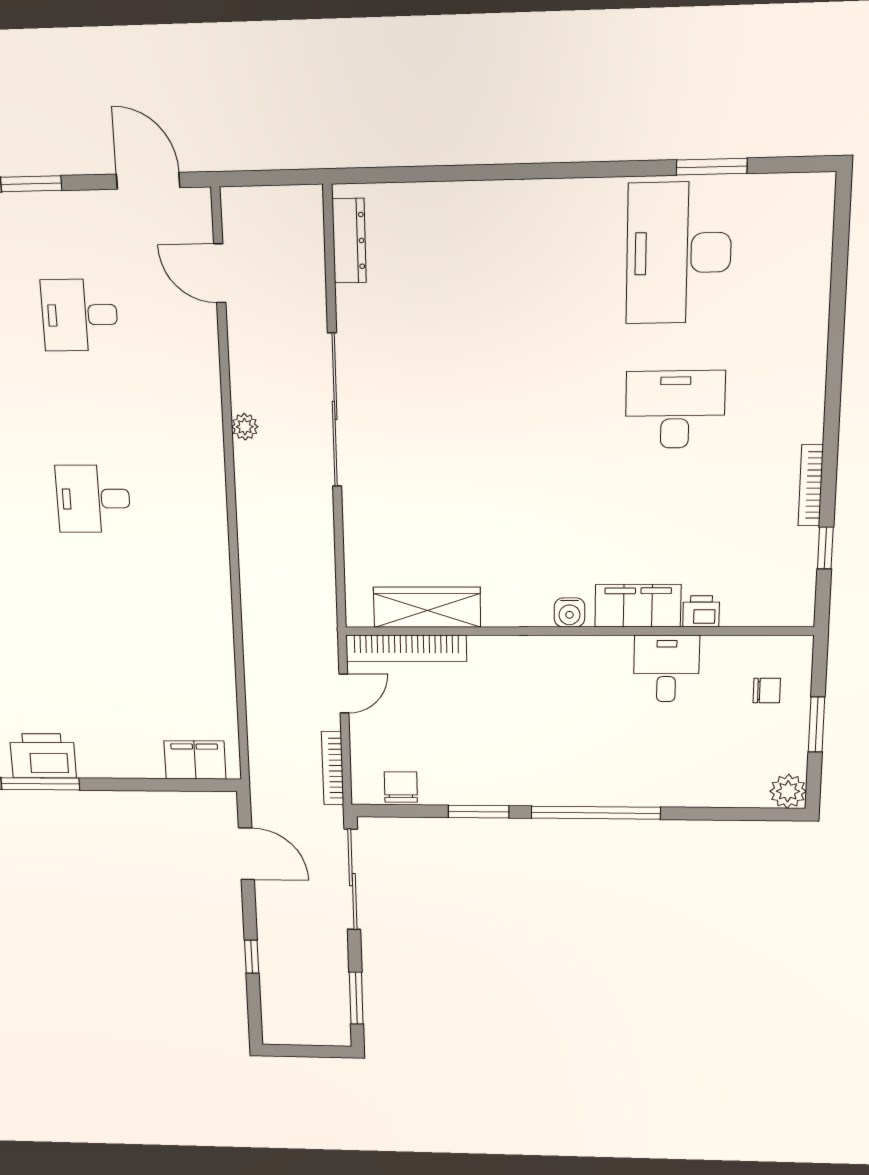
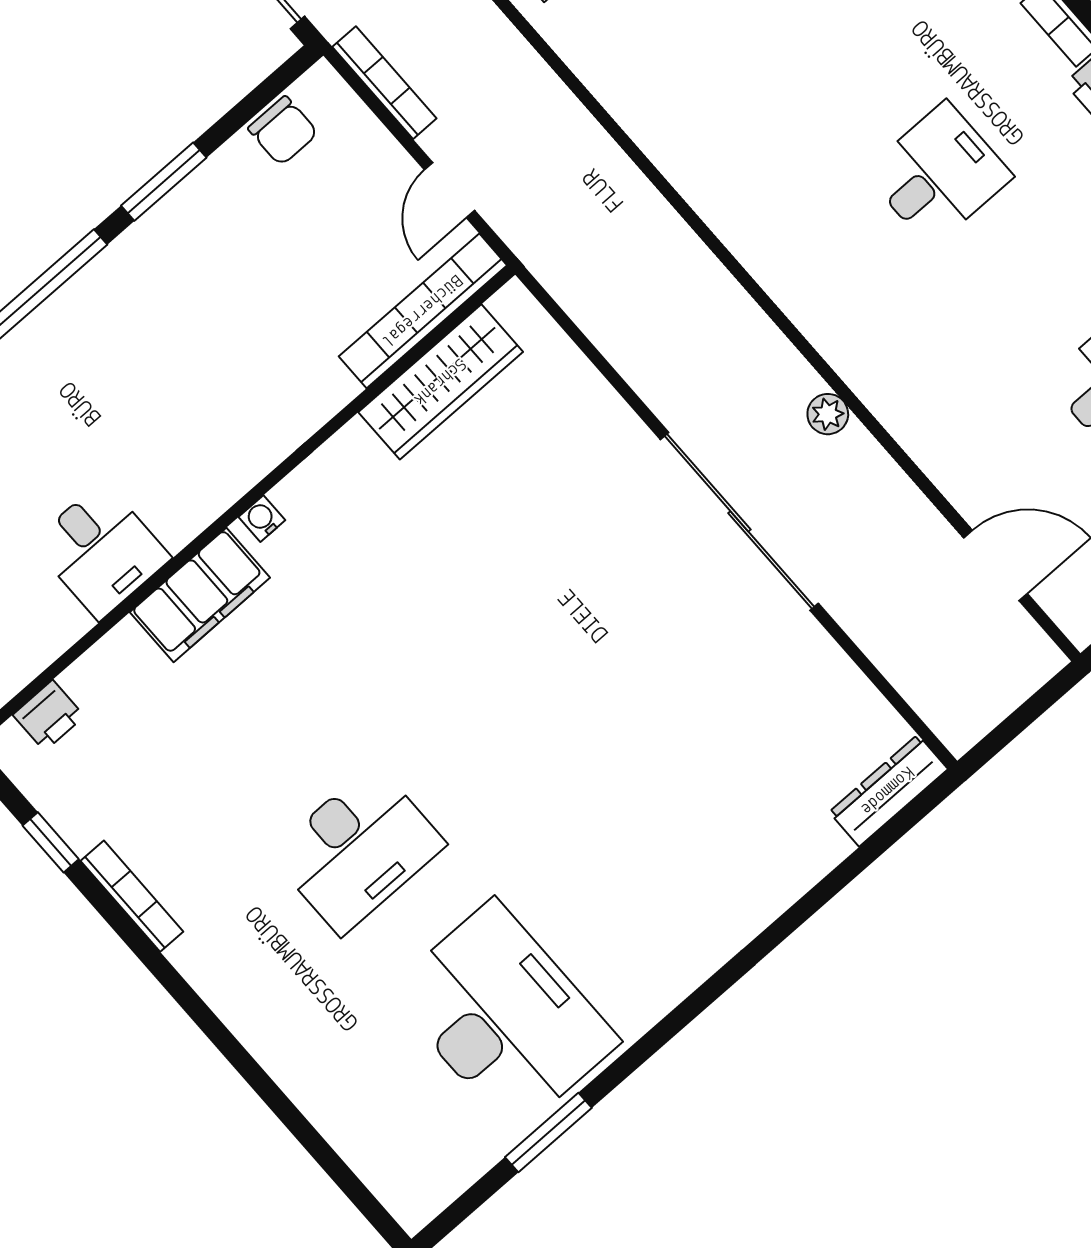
dresser: (349, 241) -> (888, 791), moved, turned 90
printer: (701, 611) -> (49, 716), moved
water cooler: (569, 612) -> (262, 519), width x0.72, depth x0.72

